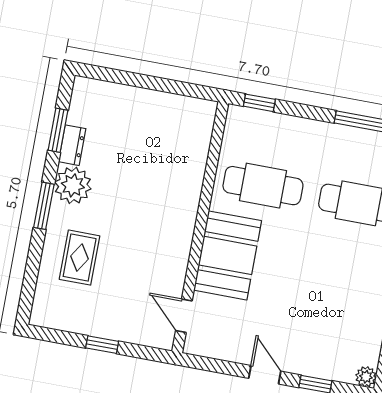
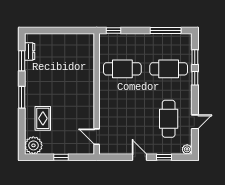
dresser: (72, 145) -> (30, 52), moved
plant: (73, 185) -> (33, 145), moved
booth: (228, 255) -> (112, 105), removed
cafe table: (340, 306) -> (169, 119), added

